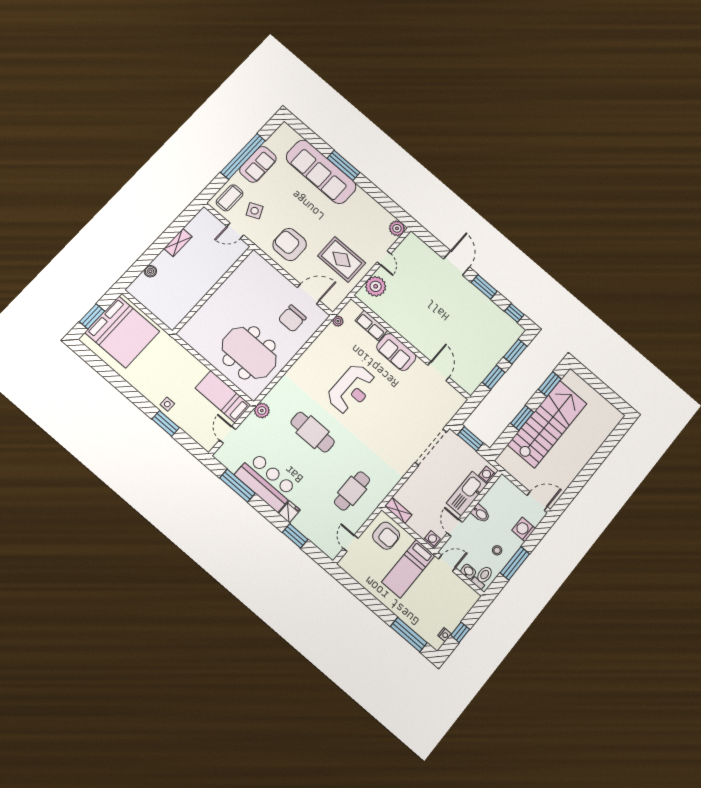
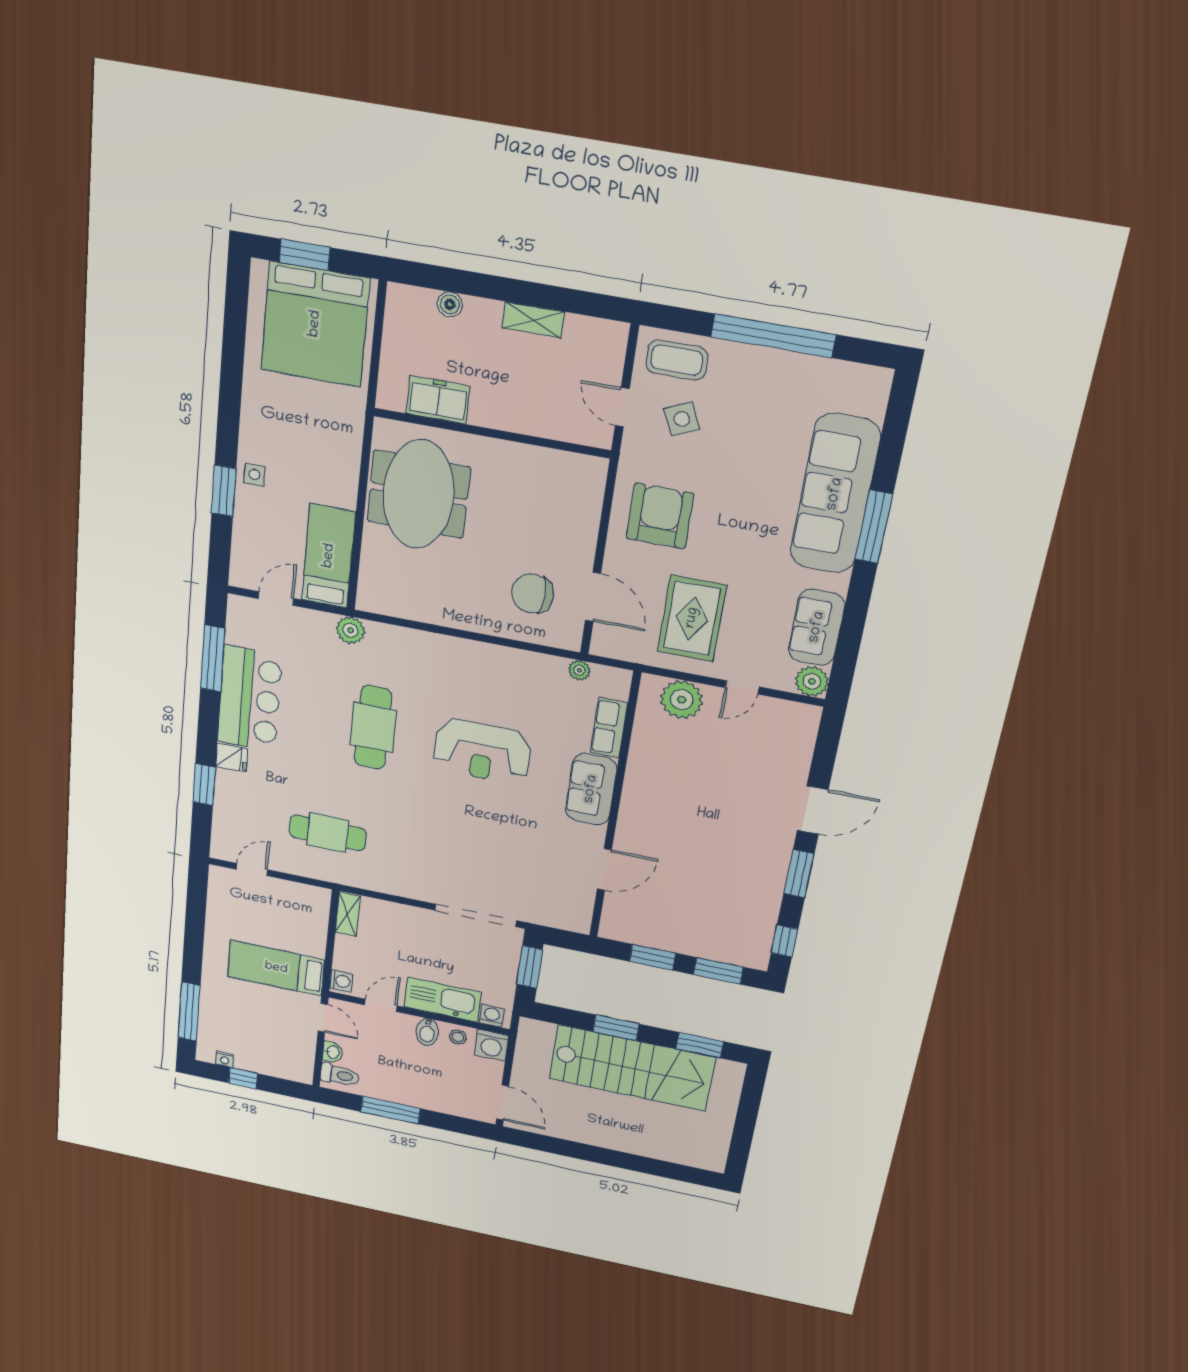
sofa: (258, 164) -> (817, 627), moved, turned 90
freezer: (186, 302) -> (438, 400), added
meeting table: (249, 353) -> (419, 494), moved
washing machine: (524, 529) -> (491, 1045), moved, turned 180
armchair: (386, 536) -> (299, 914), removed
stool: (497, 550) -> (458, 1037), moved

